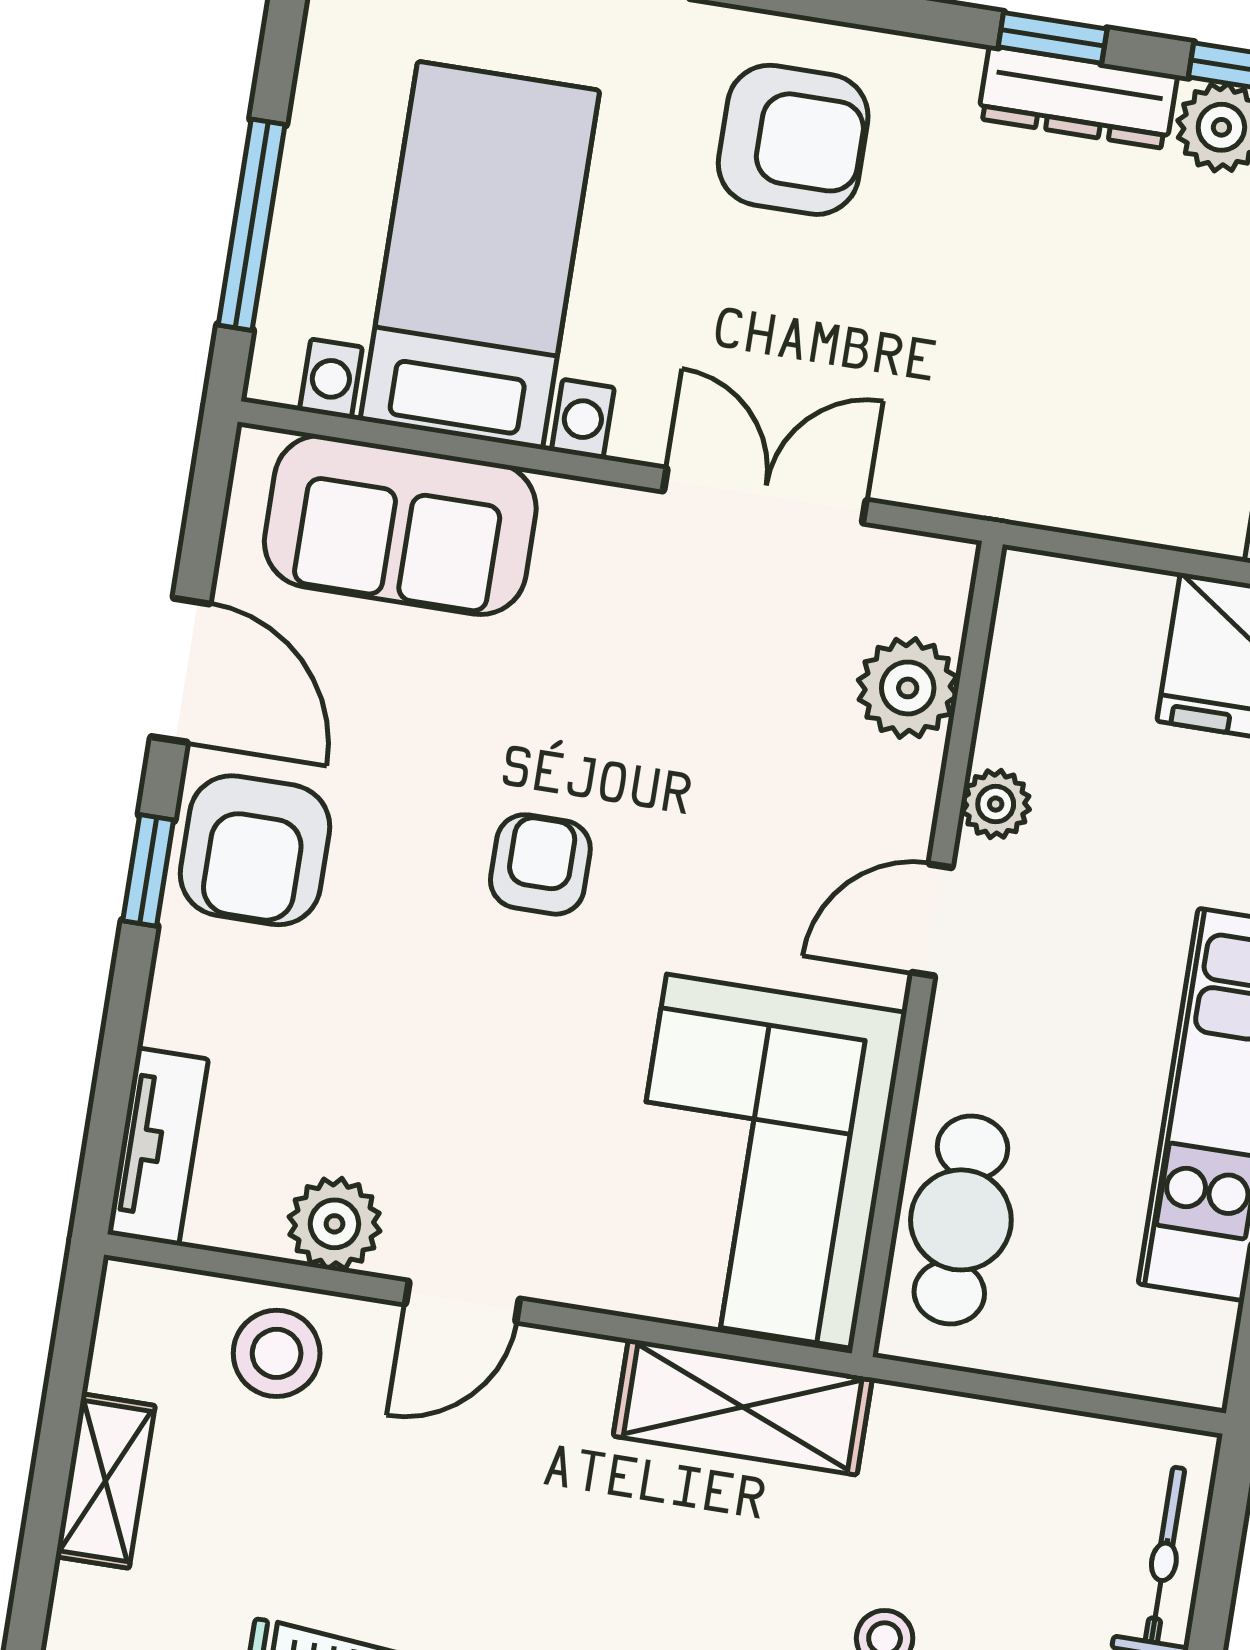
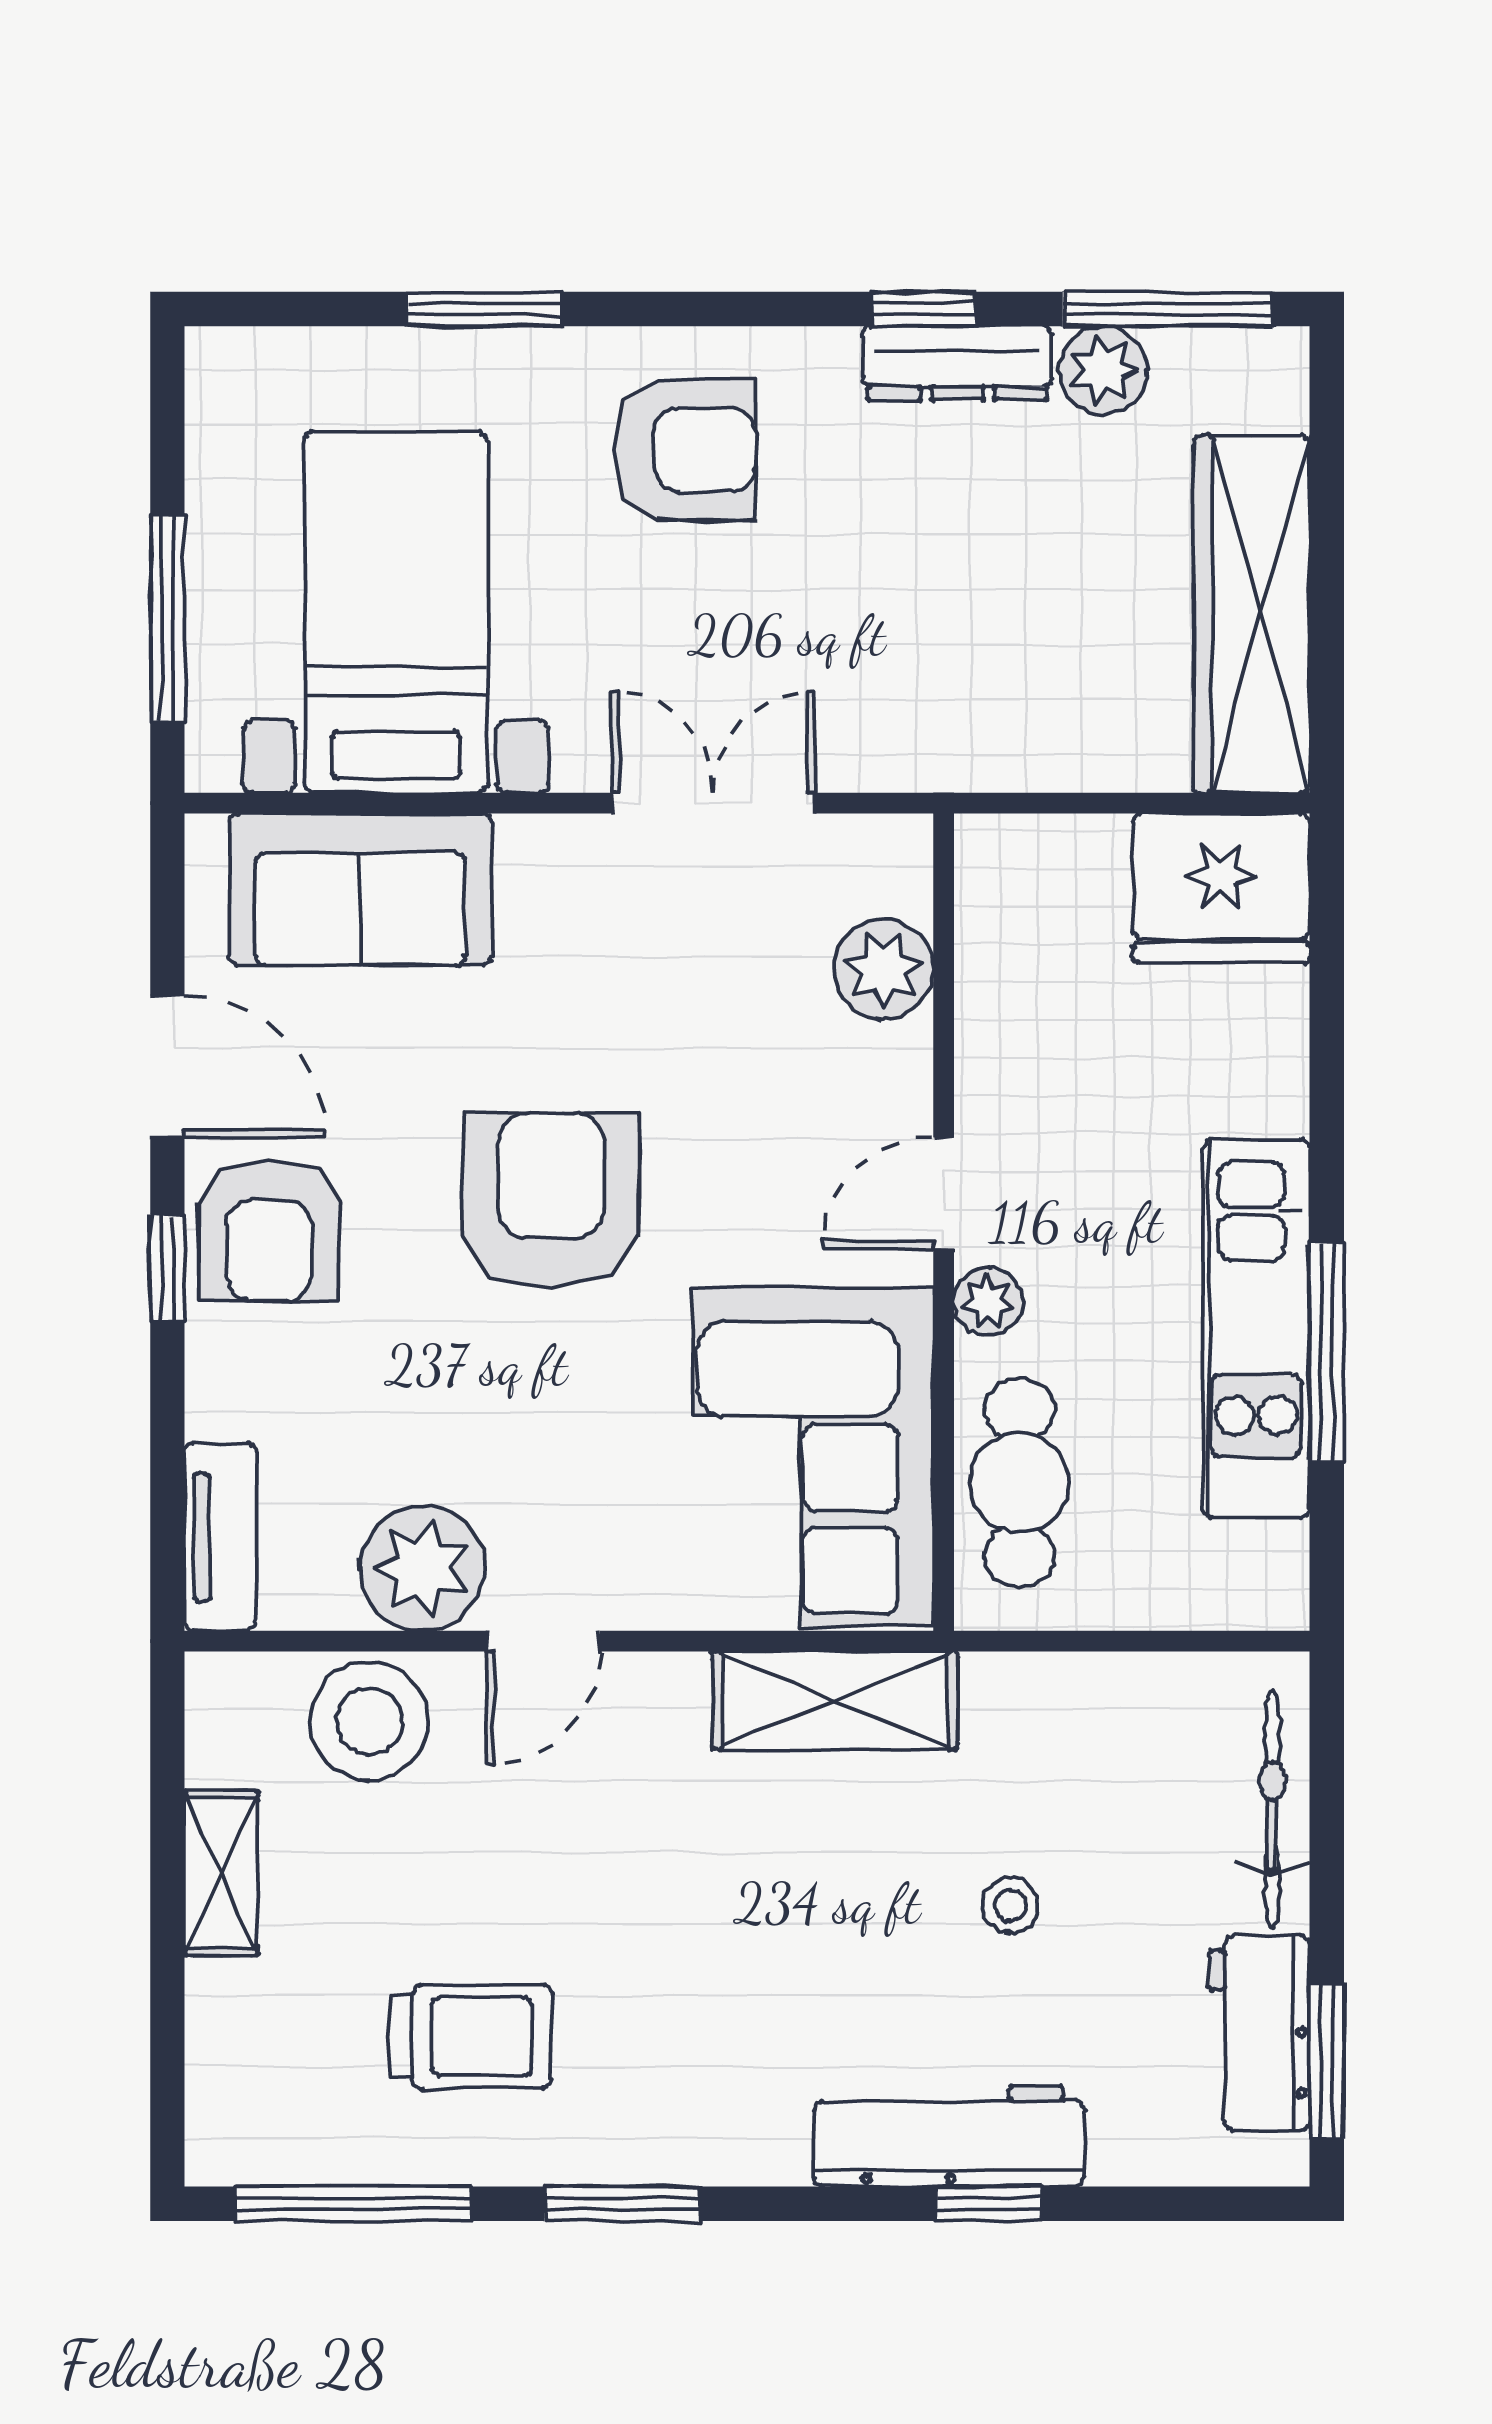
plant: (996, 804) -> (988, 1301), moved
armchair: (540, 864) -> (551, 1200), width x1.88, depth x1.88
plant: (334, 1224) -> (422, 1568), width x1.36, depth x1.36
stool: (277, 1353) -> (369, 1721), width x1.38, depth x1.38

